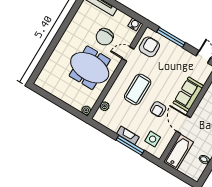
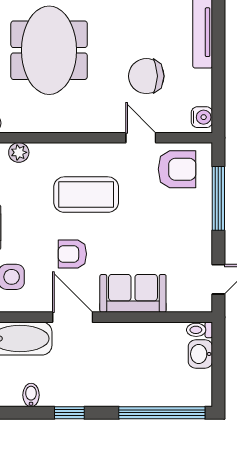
meeting table: (90, 68) -> (49, 50), moved
door: (183, 124) -> (73, 317), hinge flipped

